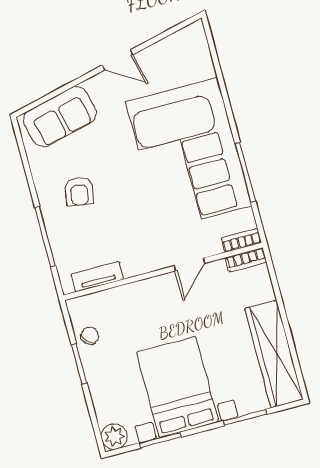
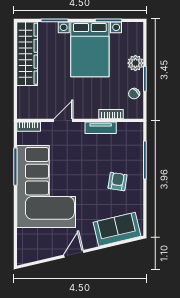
door: (117, 60) -> (74, 254), hinge flipped
bookcase: (246, 260) -> (111, 114), moved
tv unit: (97, 277) -> (101, 128), moved
plant: (114, 437) -> (135, 63), moved

